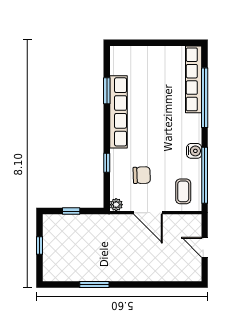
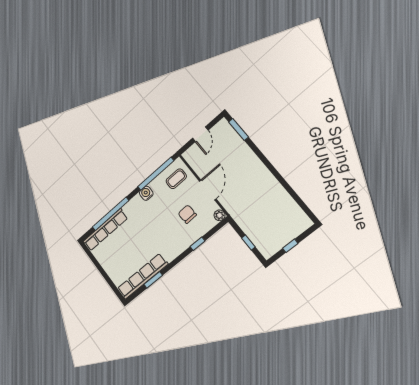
row of seats: (118, 112) -> (142, 276), moved
window: (94, 284) -> (239, 130), moved

